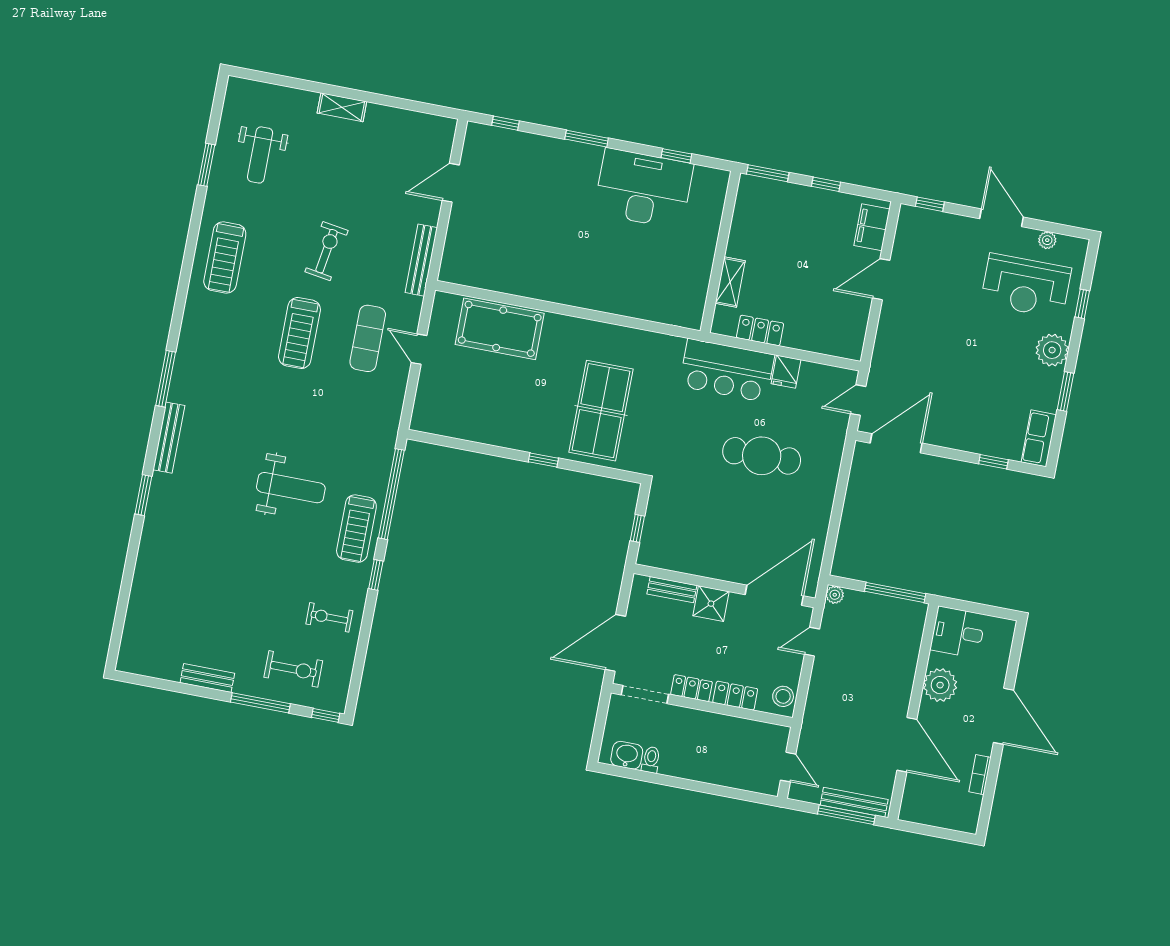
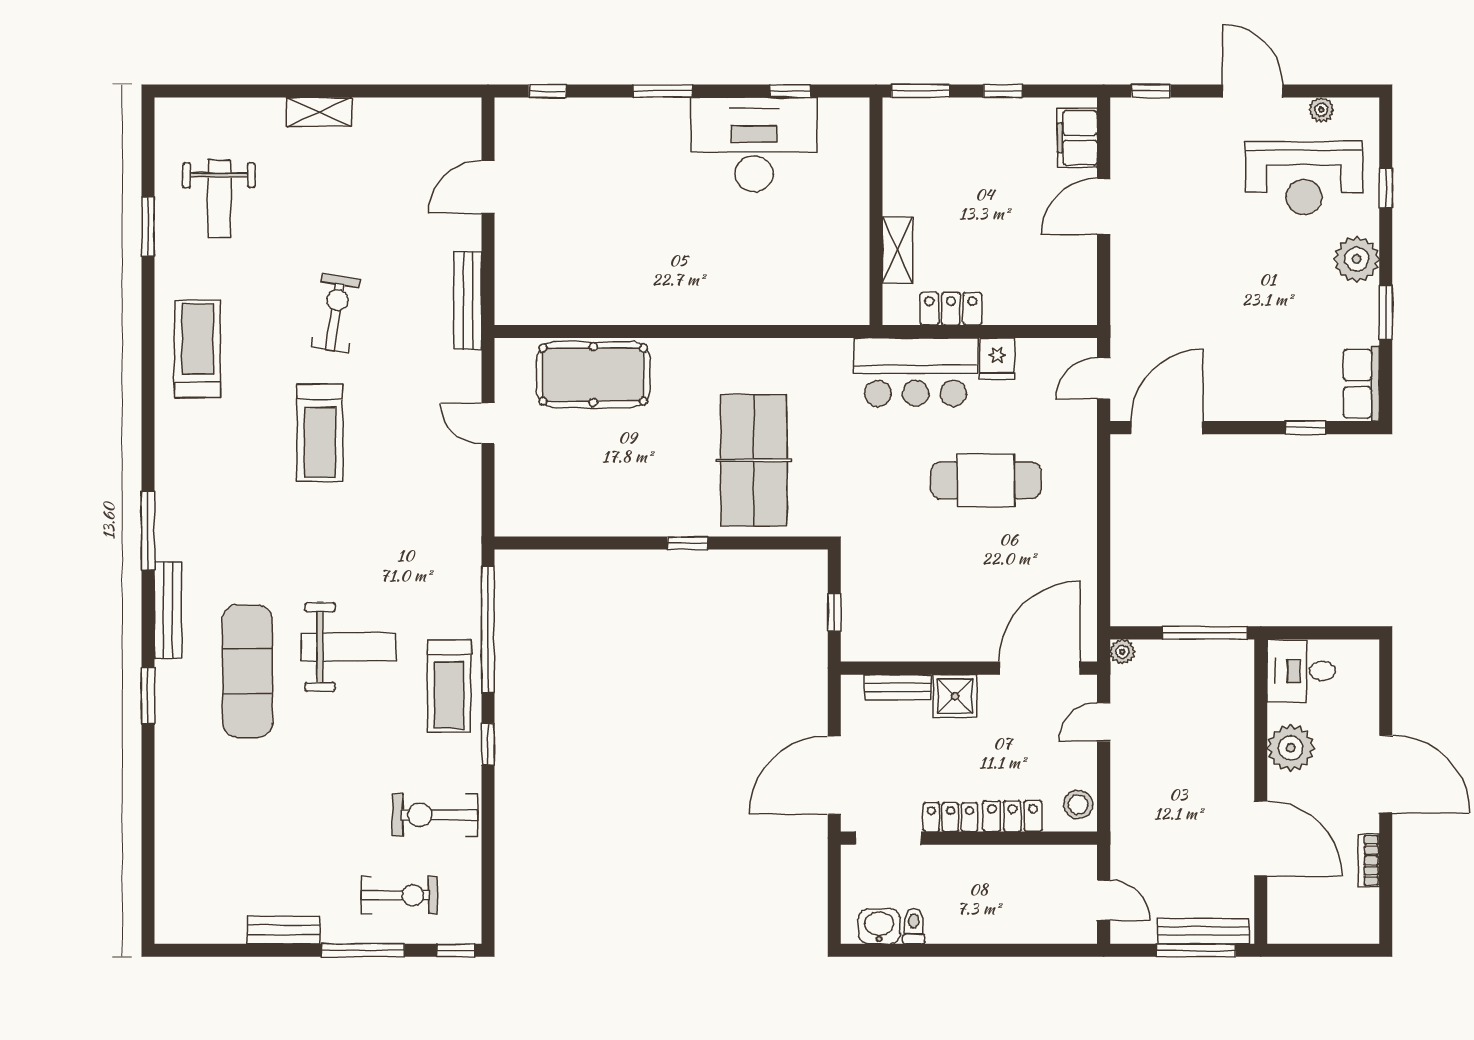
treadmill: (225, 258) -> (198, 349), turned 180
exercise mat: (368, 338) -> (247, 671), moved, width x1.36, depth x1.45
exercise bike: (329, 617) -> (435, 815), width x1.38, depth x1.39

